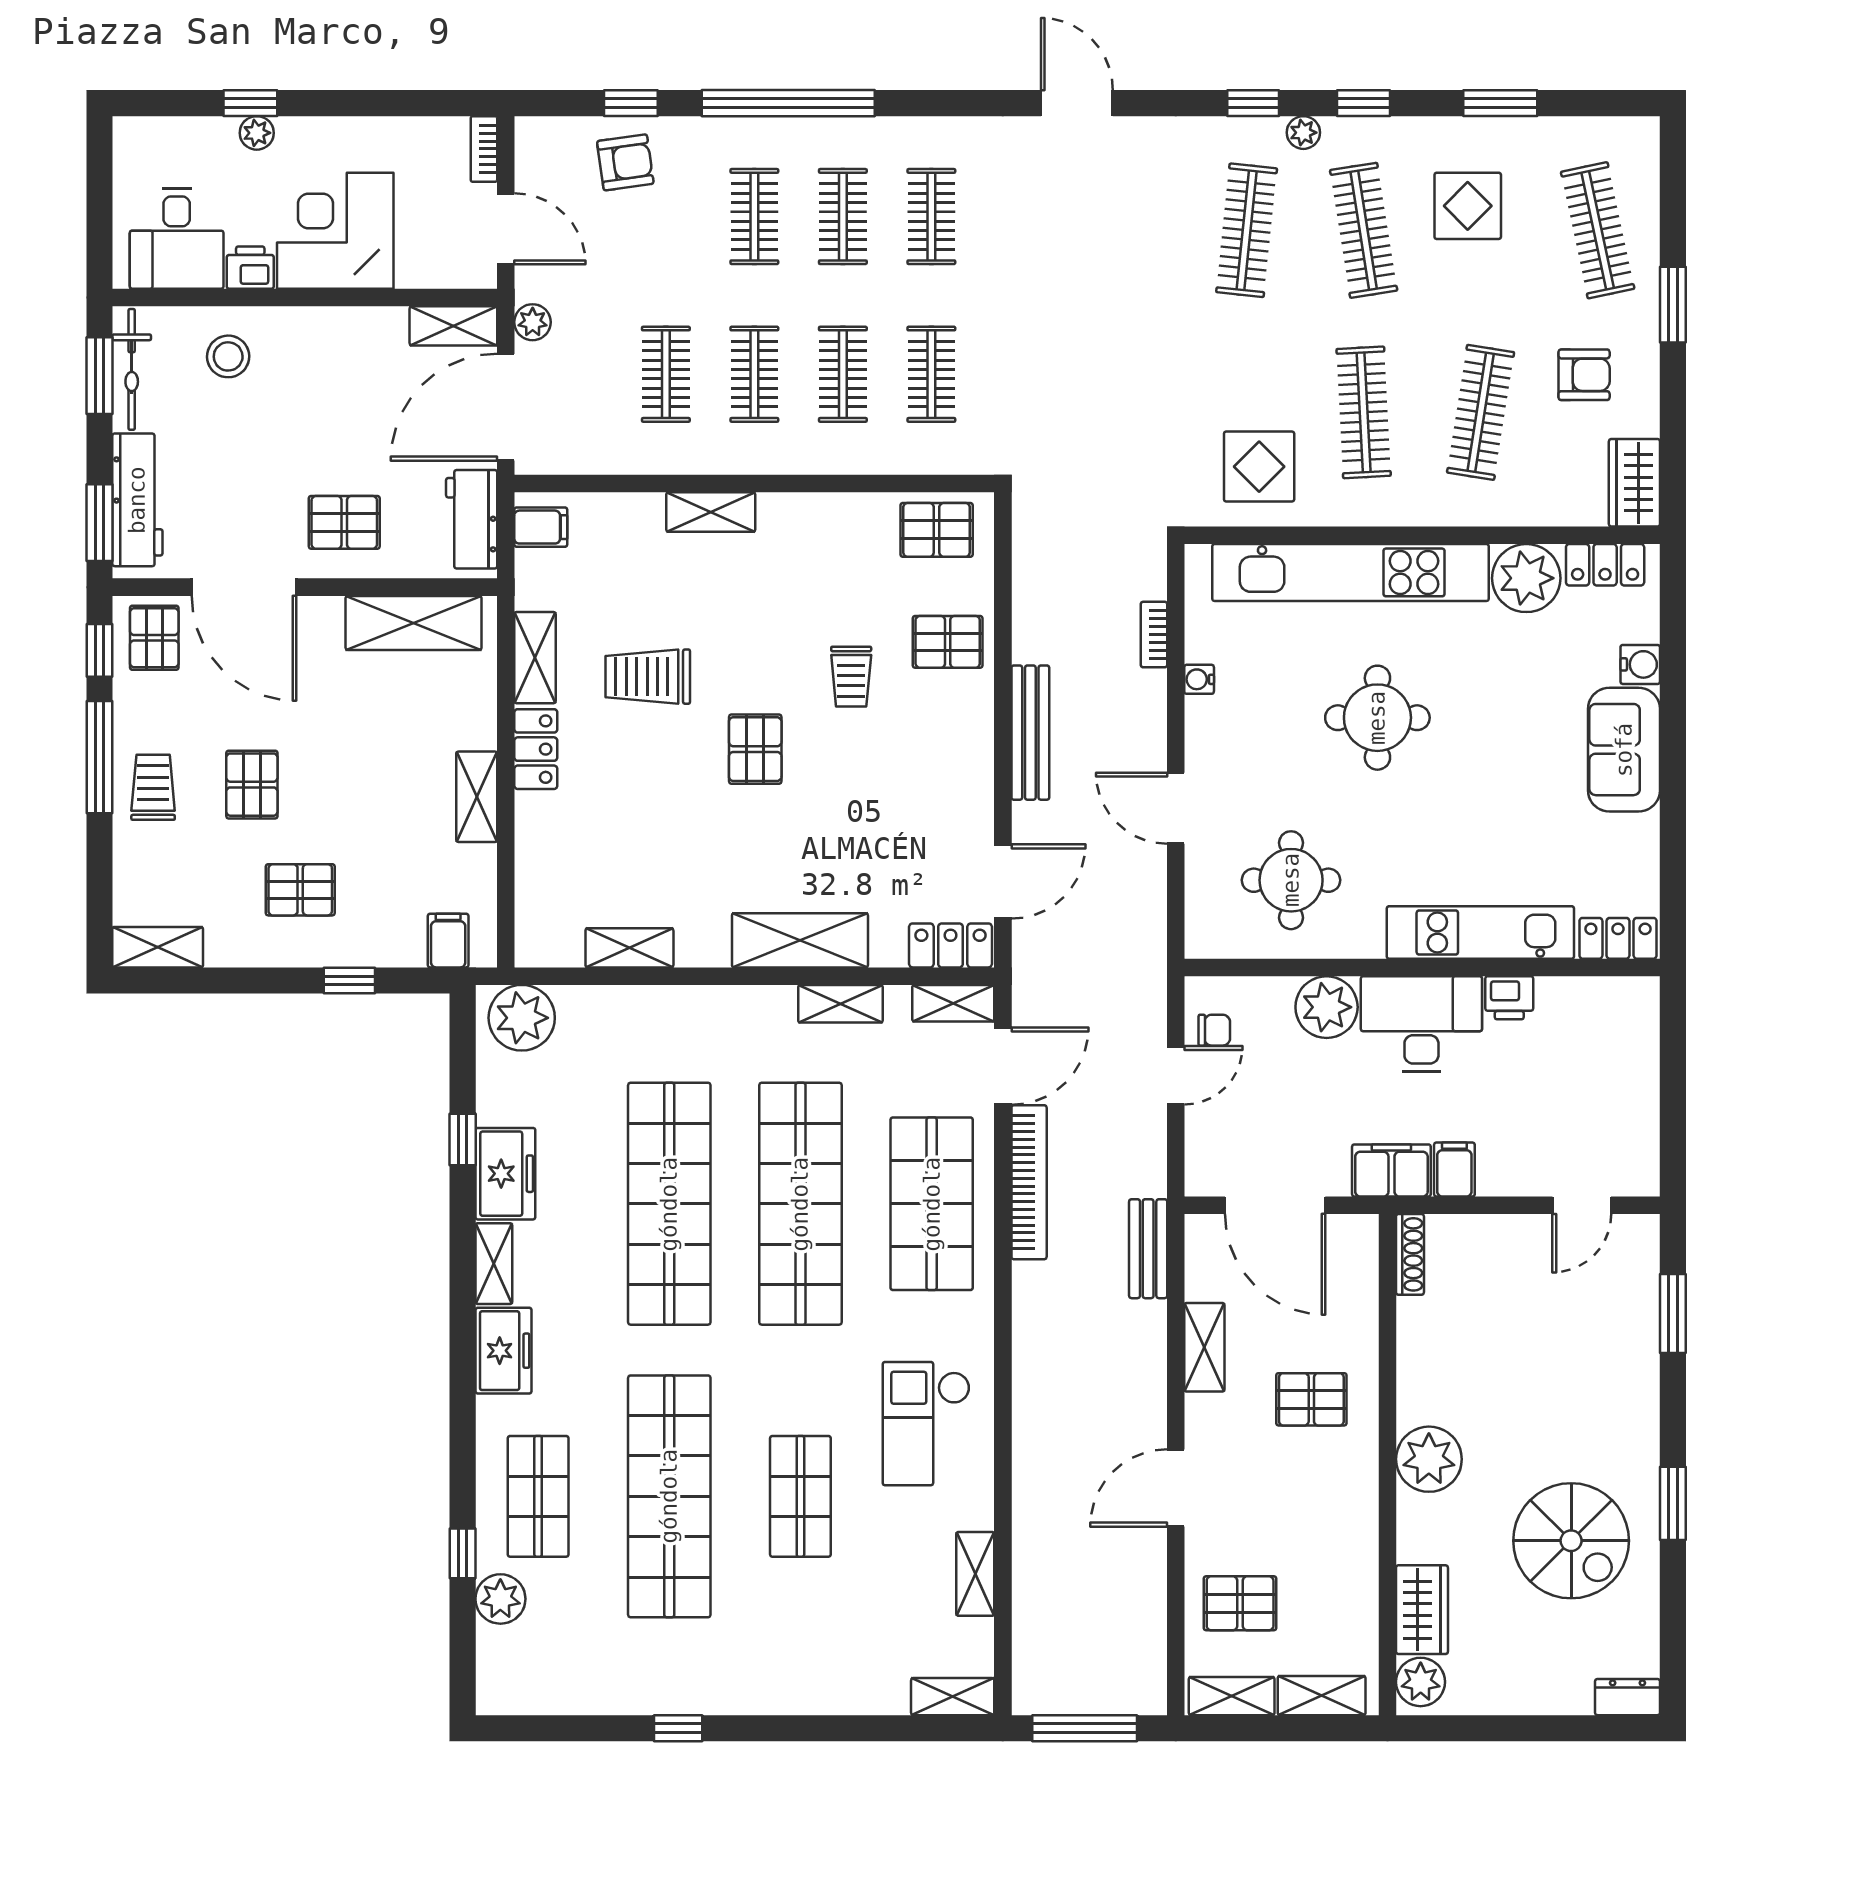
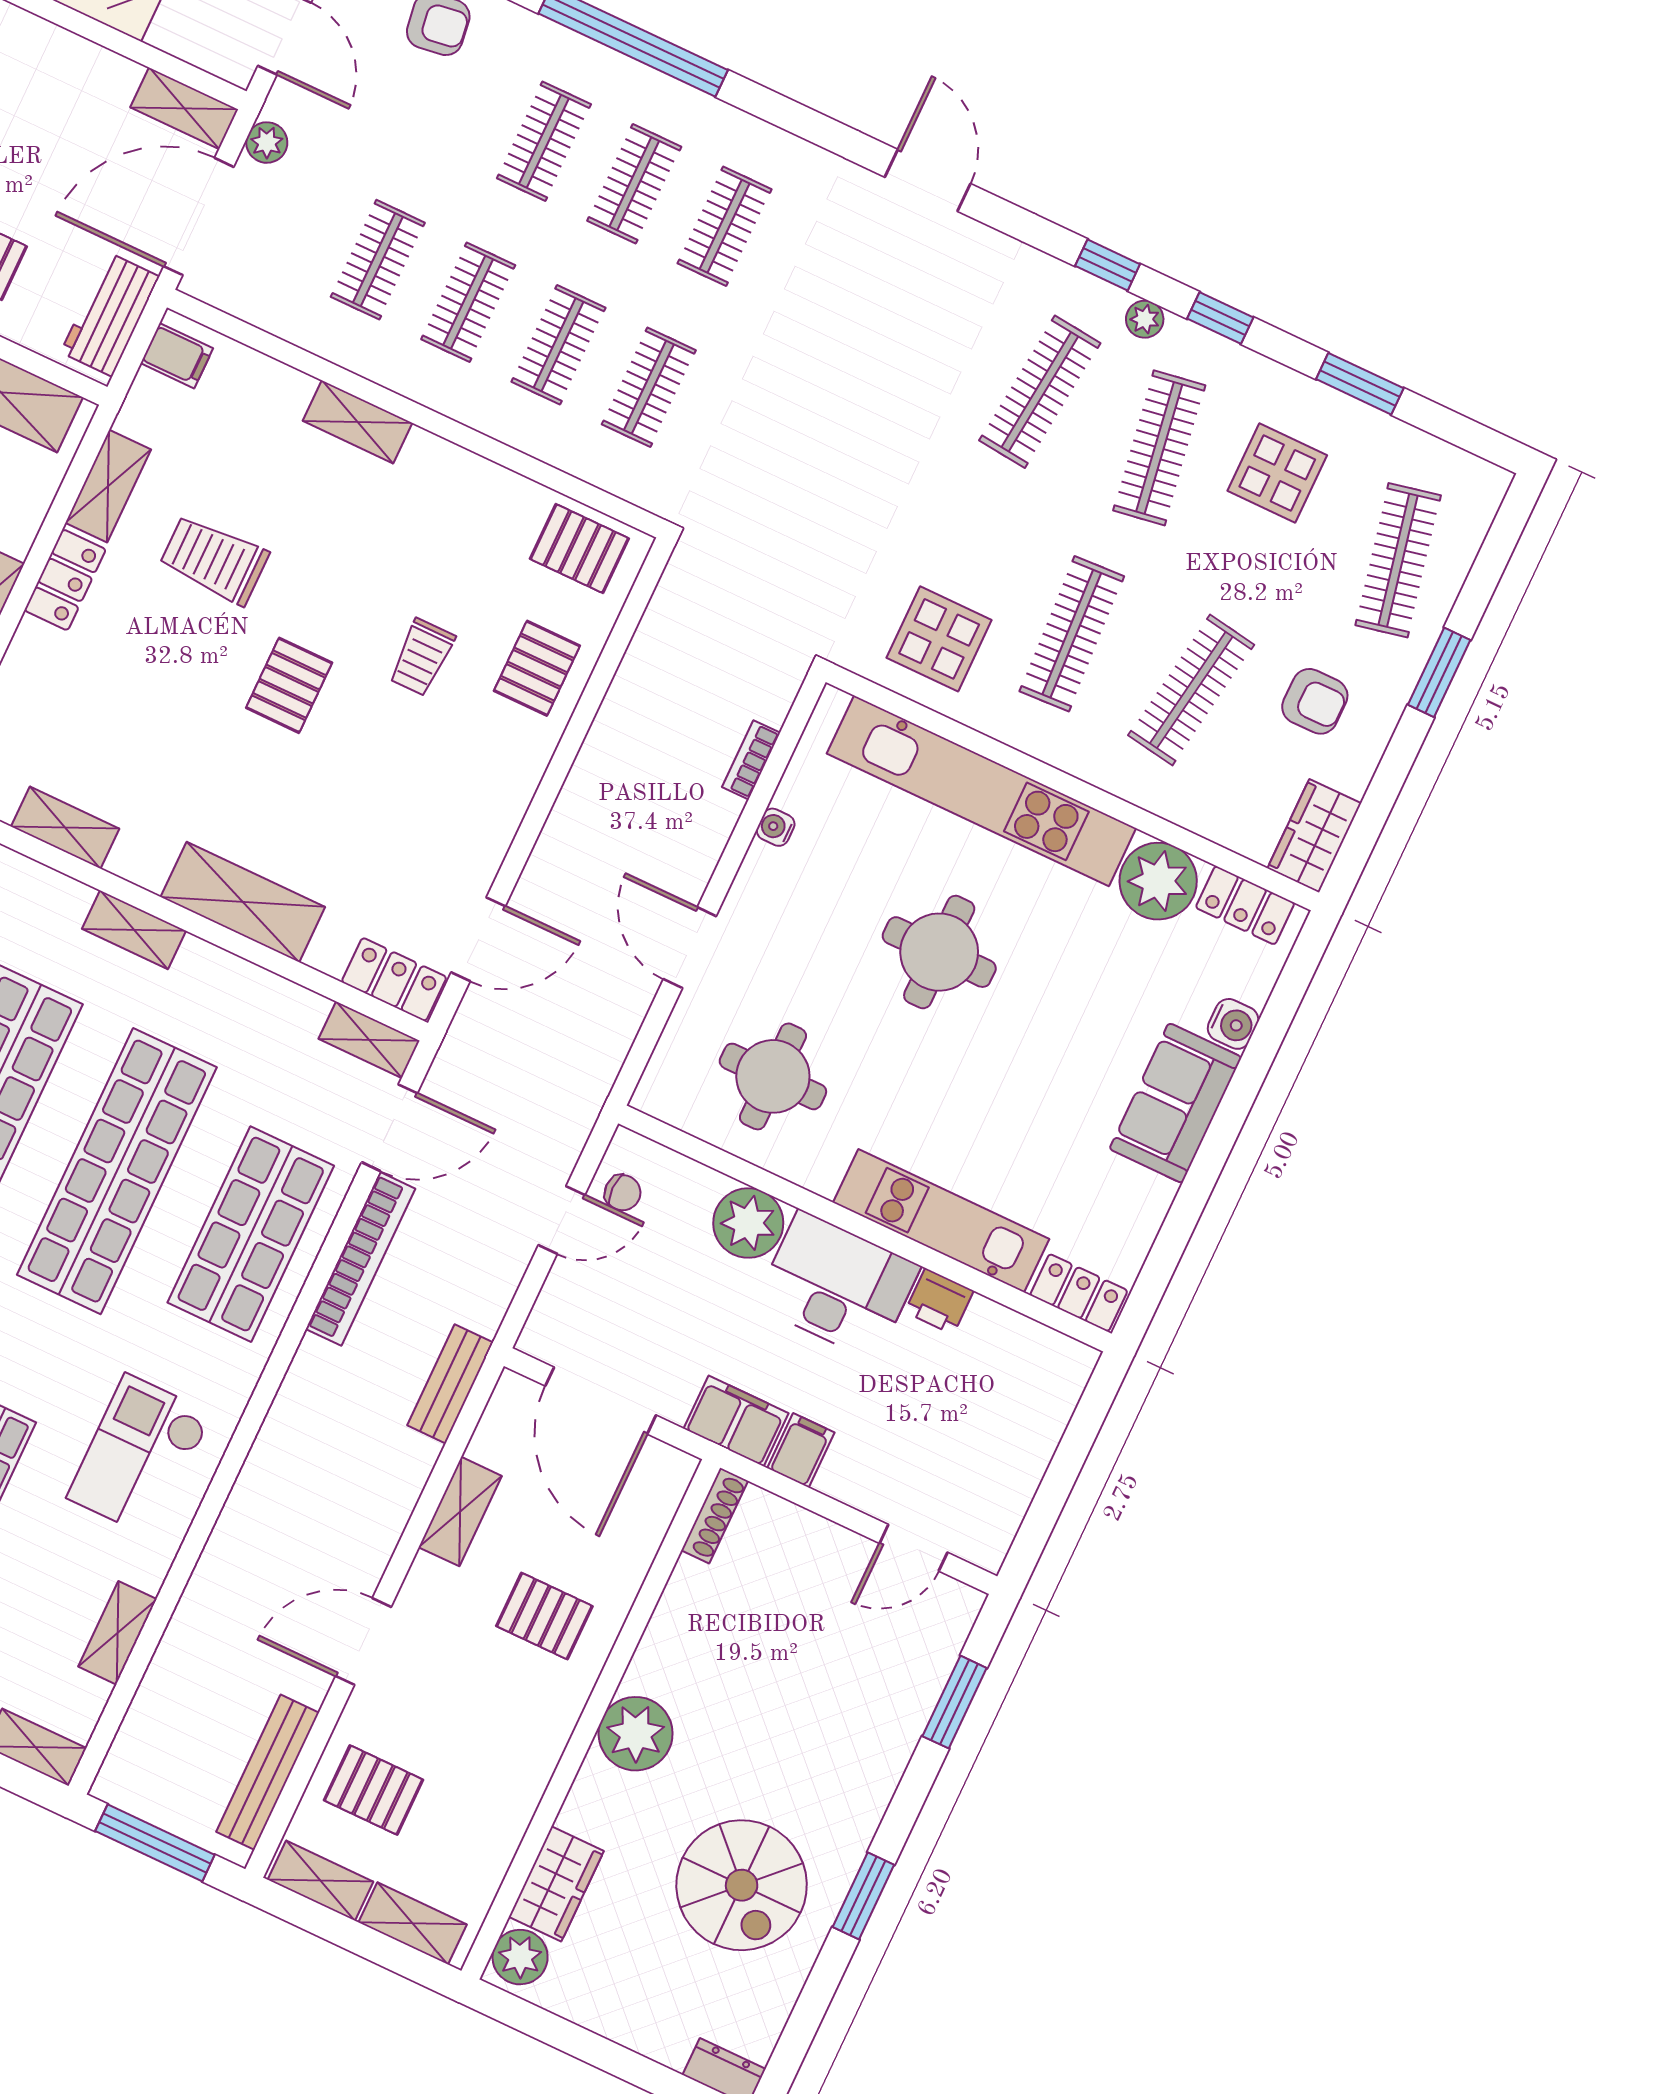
pallet: (948, 642) -> (537, 668), turned 90
bench: (1030, 733) -> (268, 1772), moved
shelving: (840, 1004) -> (134, 930), moved

